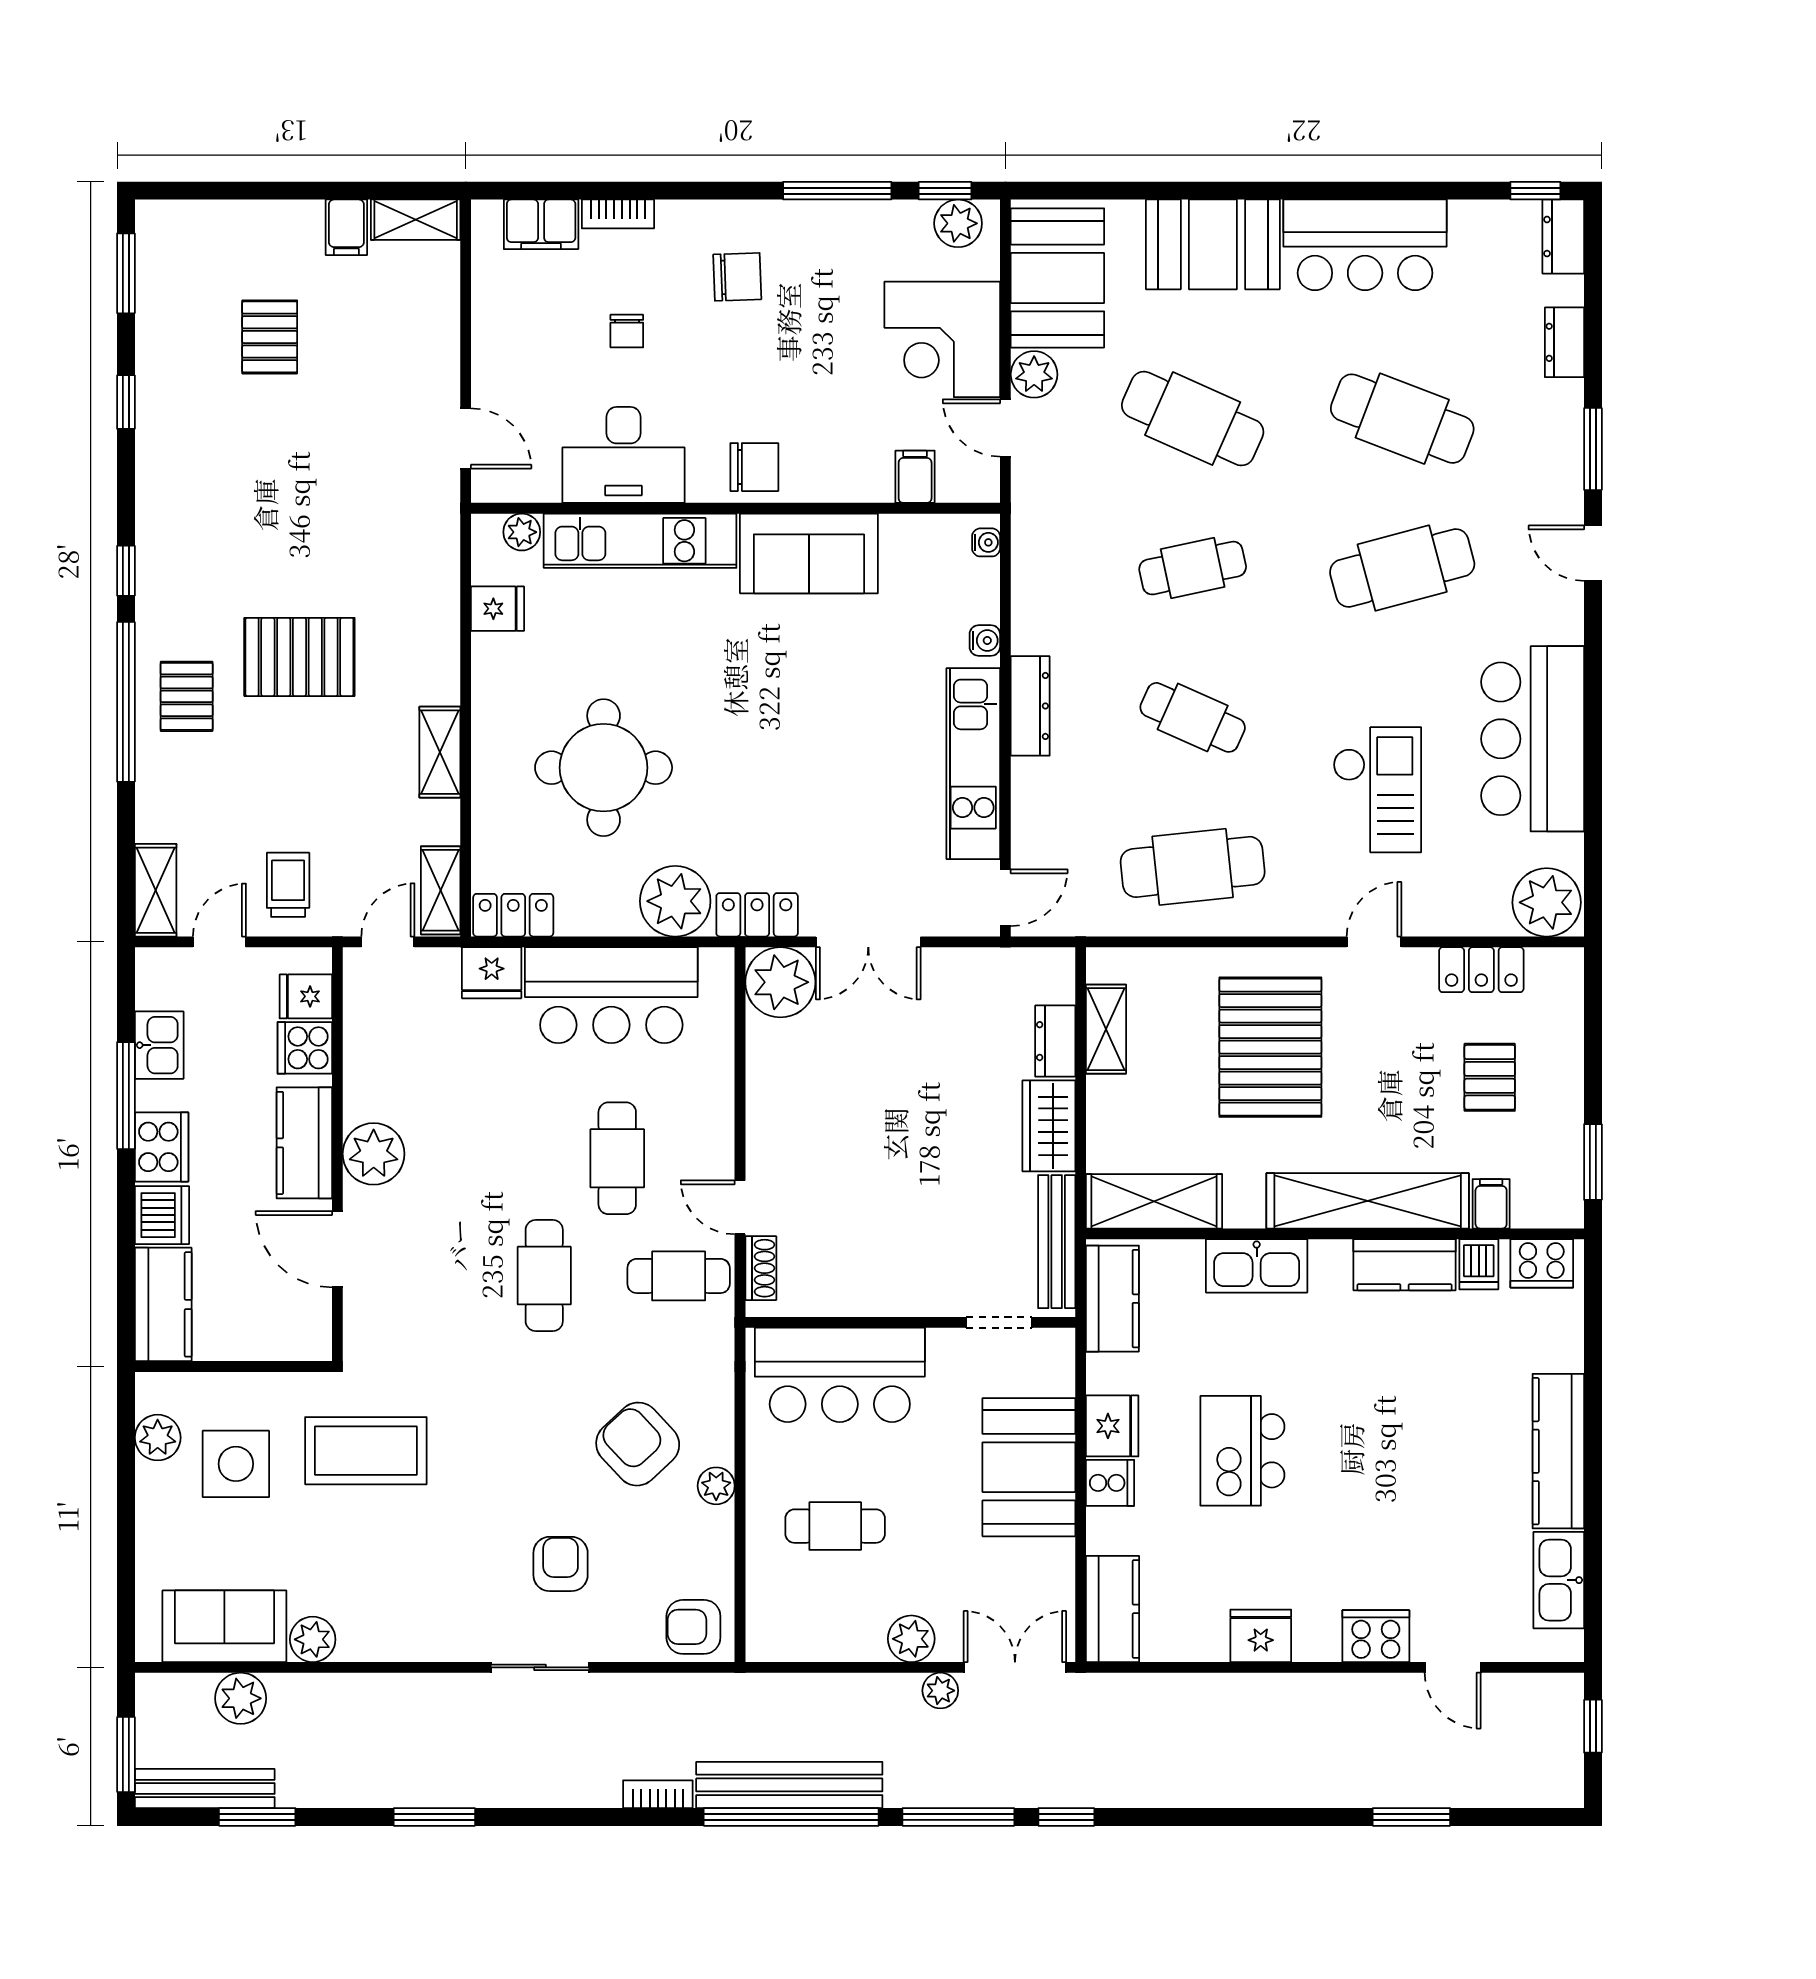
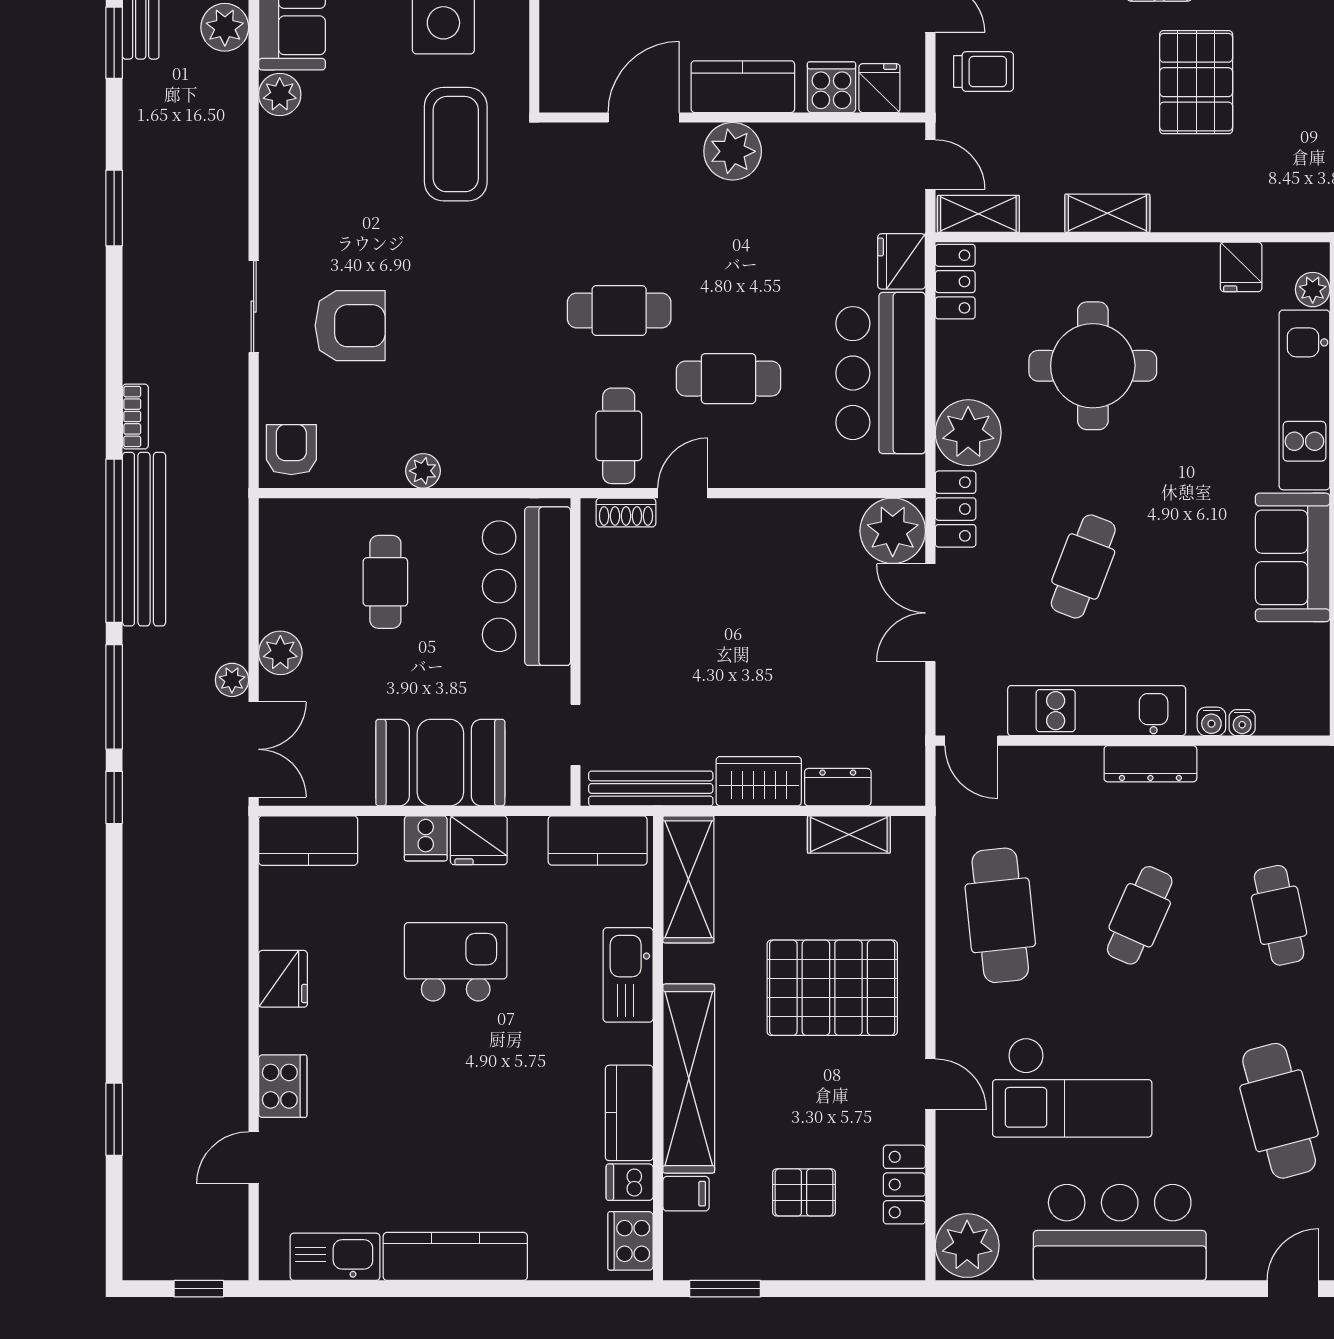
water cooler: (986, 542) -> (1242, 723), moved
cafe table: (819, 778) -> (1083, 566), added
checkout: (1377, 790) -> (1072, 1087), width x1.36, depth x1.21
armchair: (638, 1444) -> (462, 398), removed
armchair: (561, 1564) -> (350, 326), width x1.38, depth x1.38

